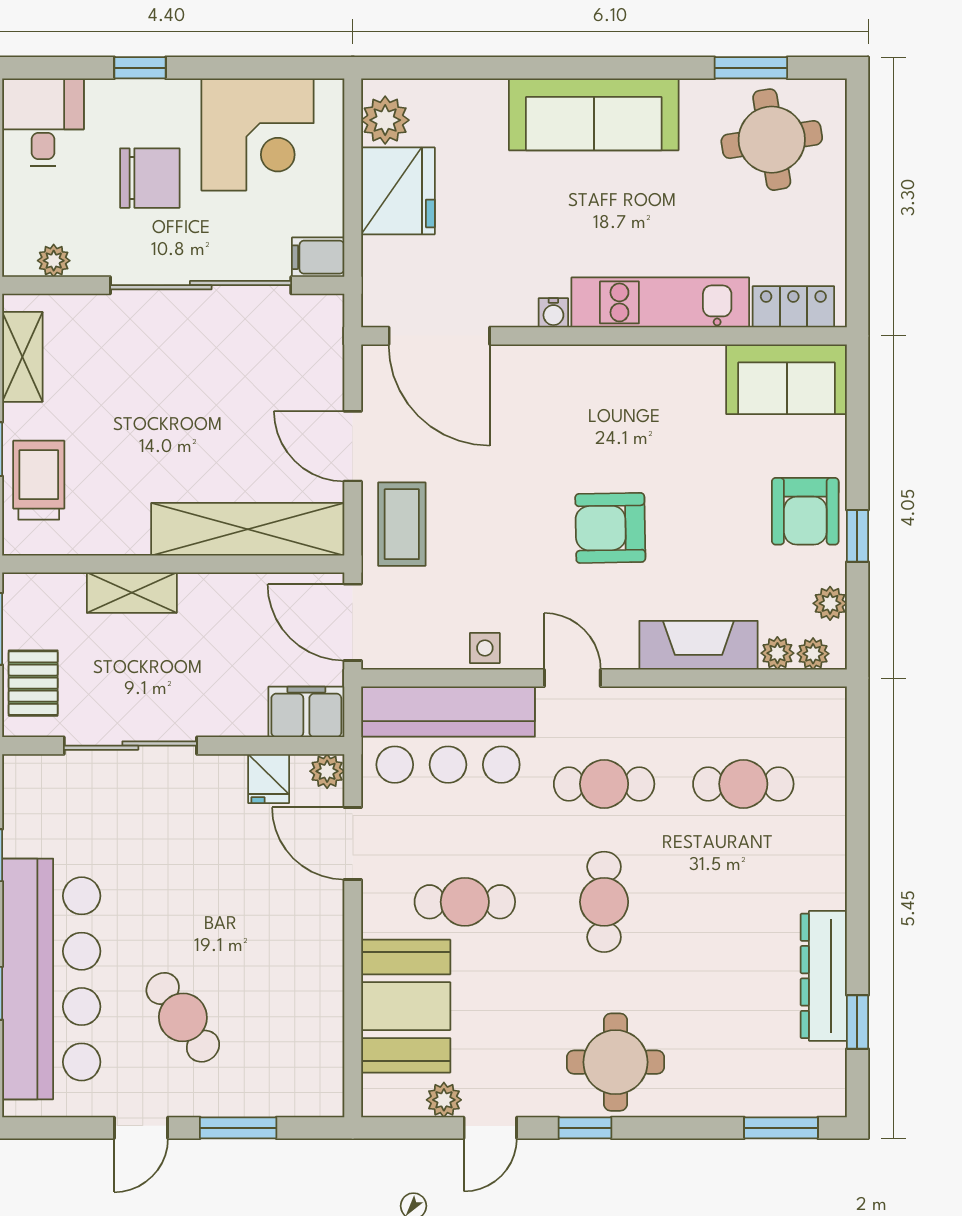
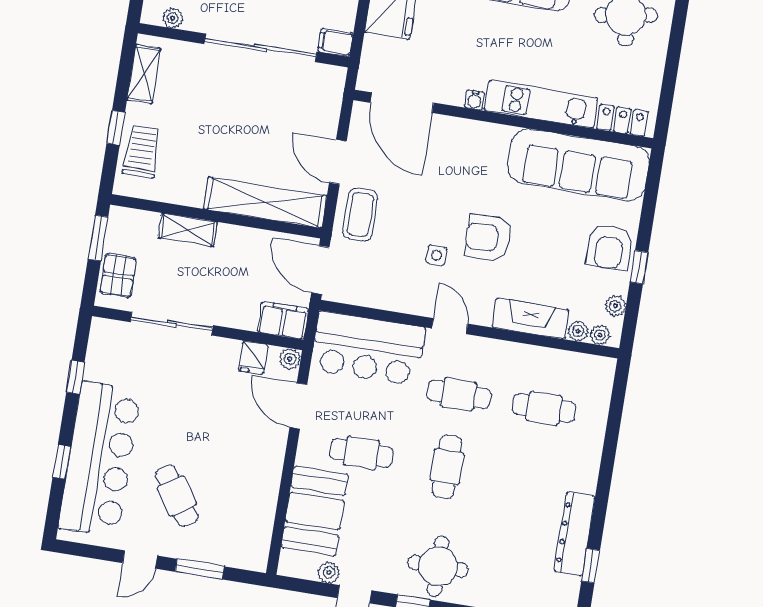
sofa: (787, 379) -> (579, 165), width x1.85, depth x1.27
side table: (485, 648) -> (437, 255), moved

